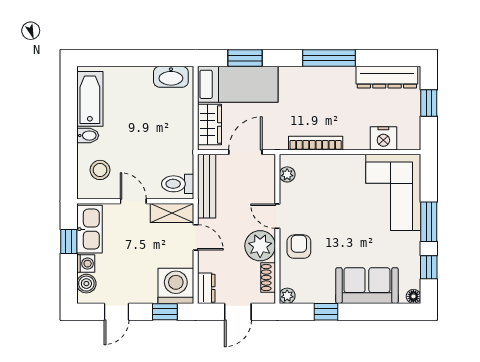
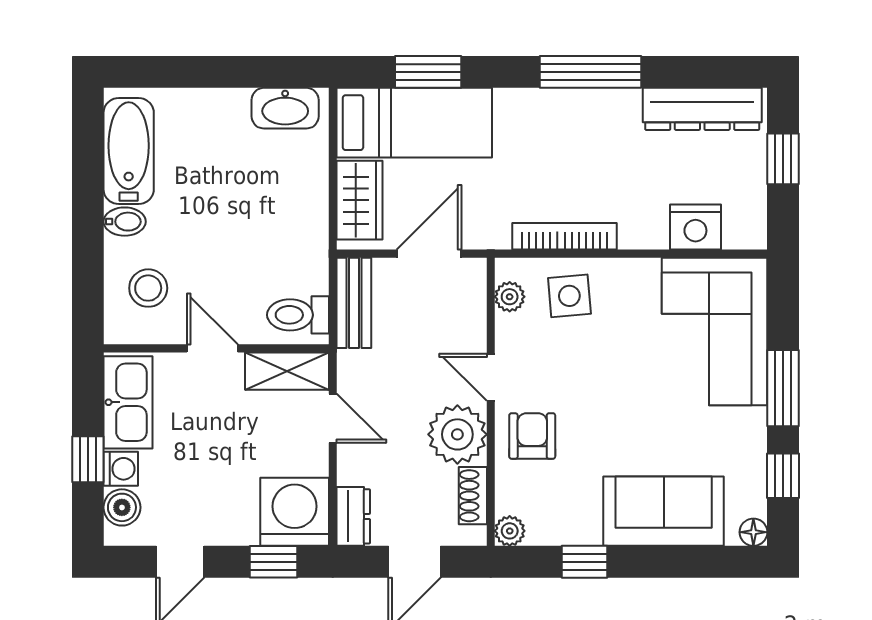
side table: (318, 174) -> (569, 296), added
bench: (207, 186) -> (354, 303), width x0.73
window: (69, 242) -> (88, 459), moved

